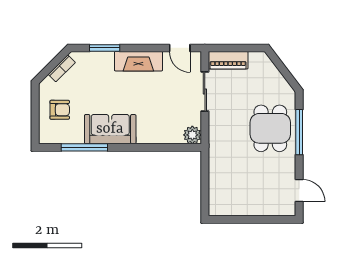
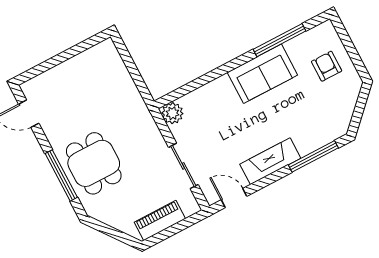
window: (105, 48) -> (313, 156), width x1.44
piano: (228, 60) -> (160, 220), moved
bookcase: (62, 68) -> (347, 111), removed
armchair: (60, 110) -> (327, 66), turned 90

